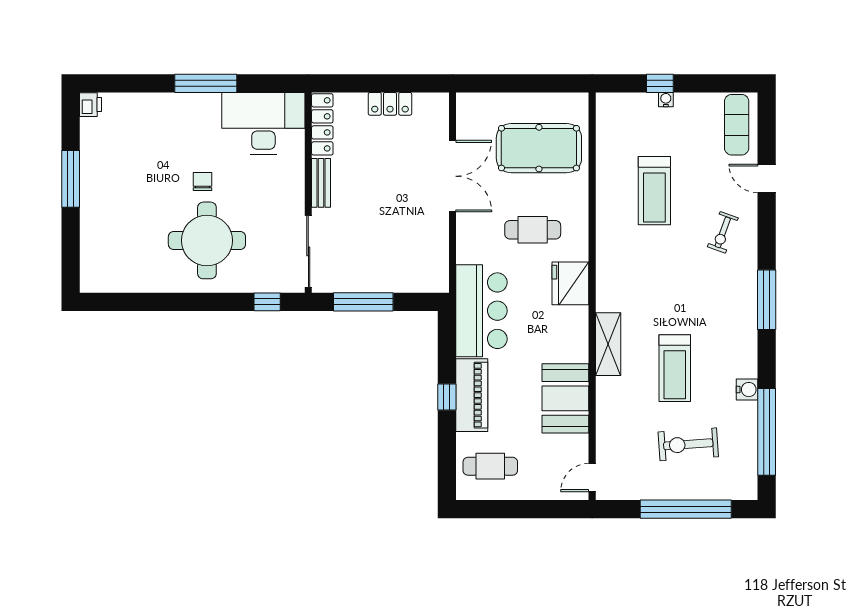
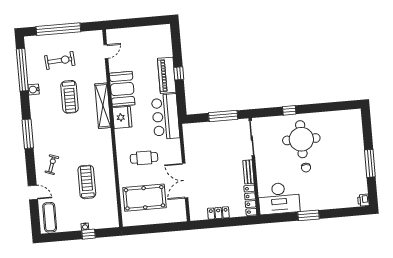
window: (206, 83) -> (309, 215), width x0.69
fridge: (570, 283) -> (122, 117), moved
window: (267, 302) -> (289, 110), moved
shelving: (608, 344) -> (103, 106), width x1.47
treadmill: (675, 368) -> (70, 97), turned 180
booth: (565, 398) -> (122, 89), moved
cafe table: (490, 466) -> (155, 42), removed
door: (592, 478) -> (106, 52), moved

